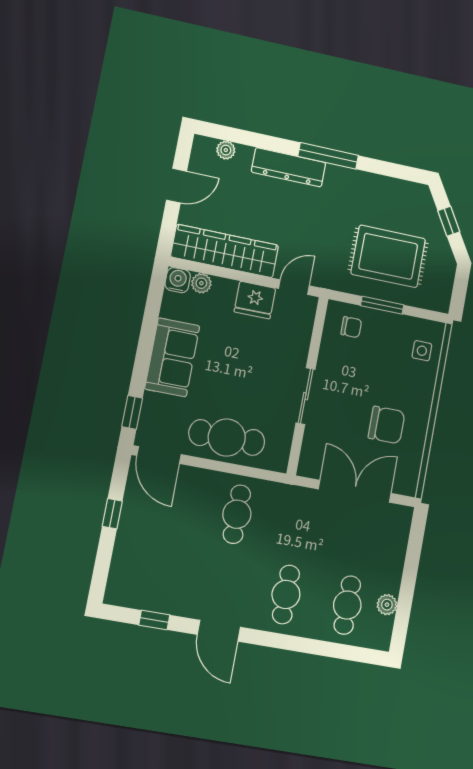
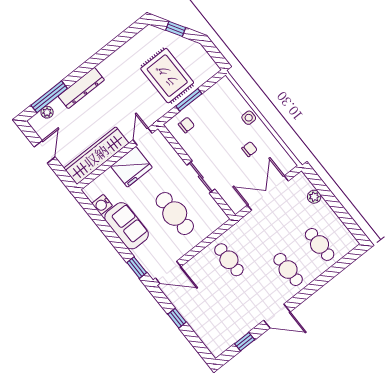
window: (328, 156) -> (49, 97), moved
rug: (388, 256) -> (167, 76), turned 90
water cooler: (178, 280) -> (102, 204), moved, turned -90
plant: (201, 283) -> (102, 181), removed
fridge: (255, 300) -> (132, 167), width x1.36, depth x1.34
side table: (422, 351) -> (249, 118), moved
chair: (387, 425) -> (249, 149), width x0.54, depth x0.54
cafe table: (227, 438) -> (175, 214), moved, turned 90
plant: (387, 605) -> (314, 197), moved

